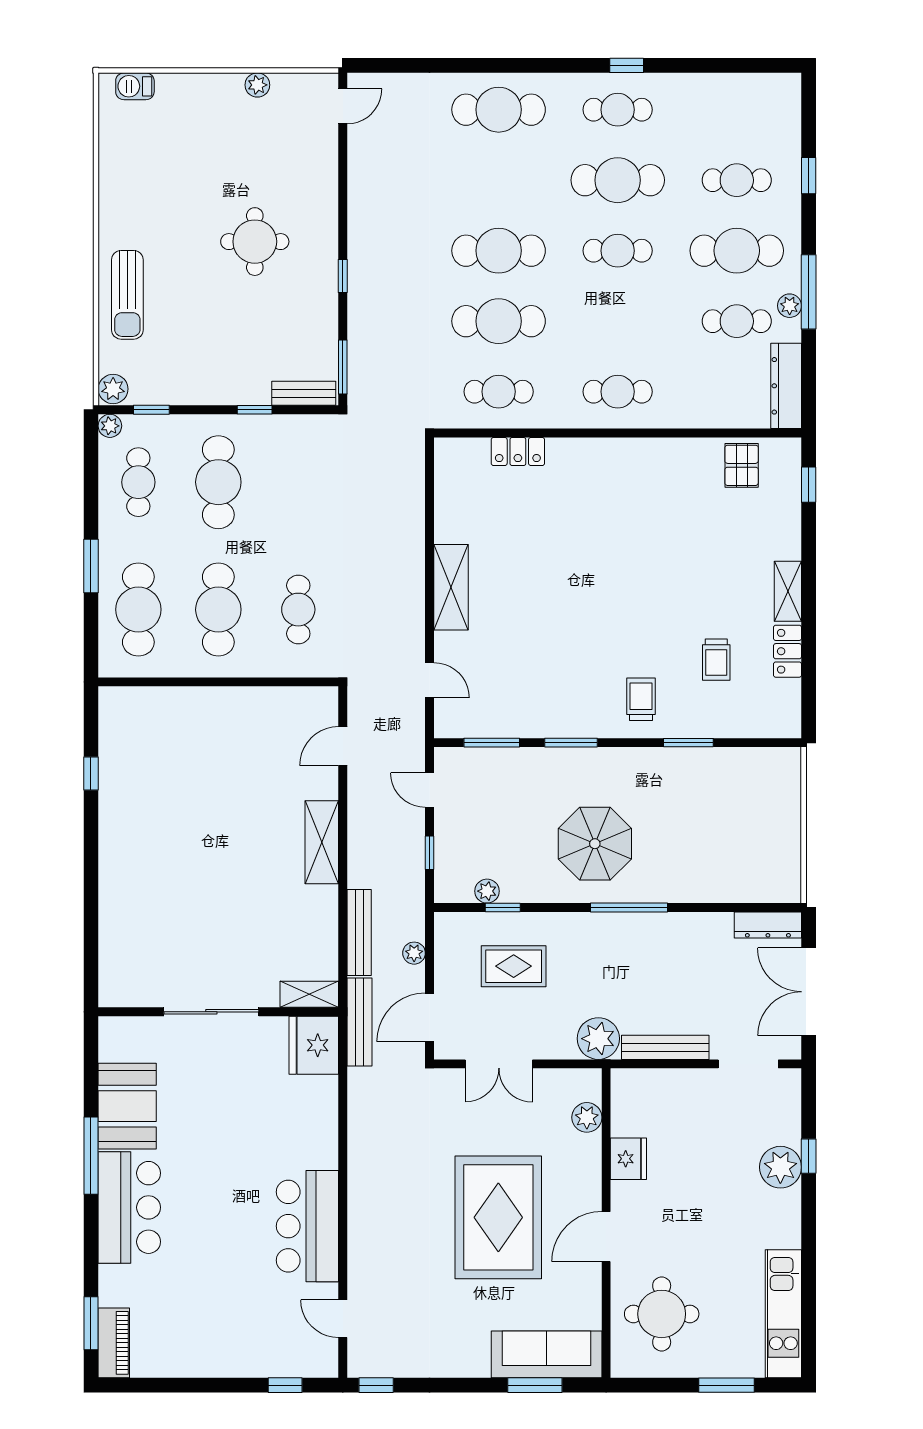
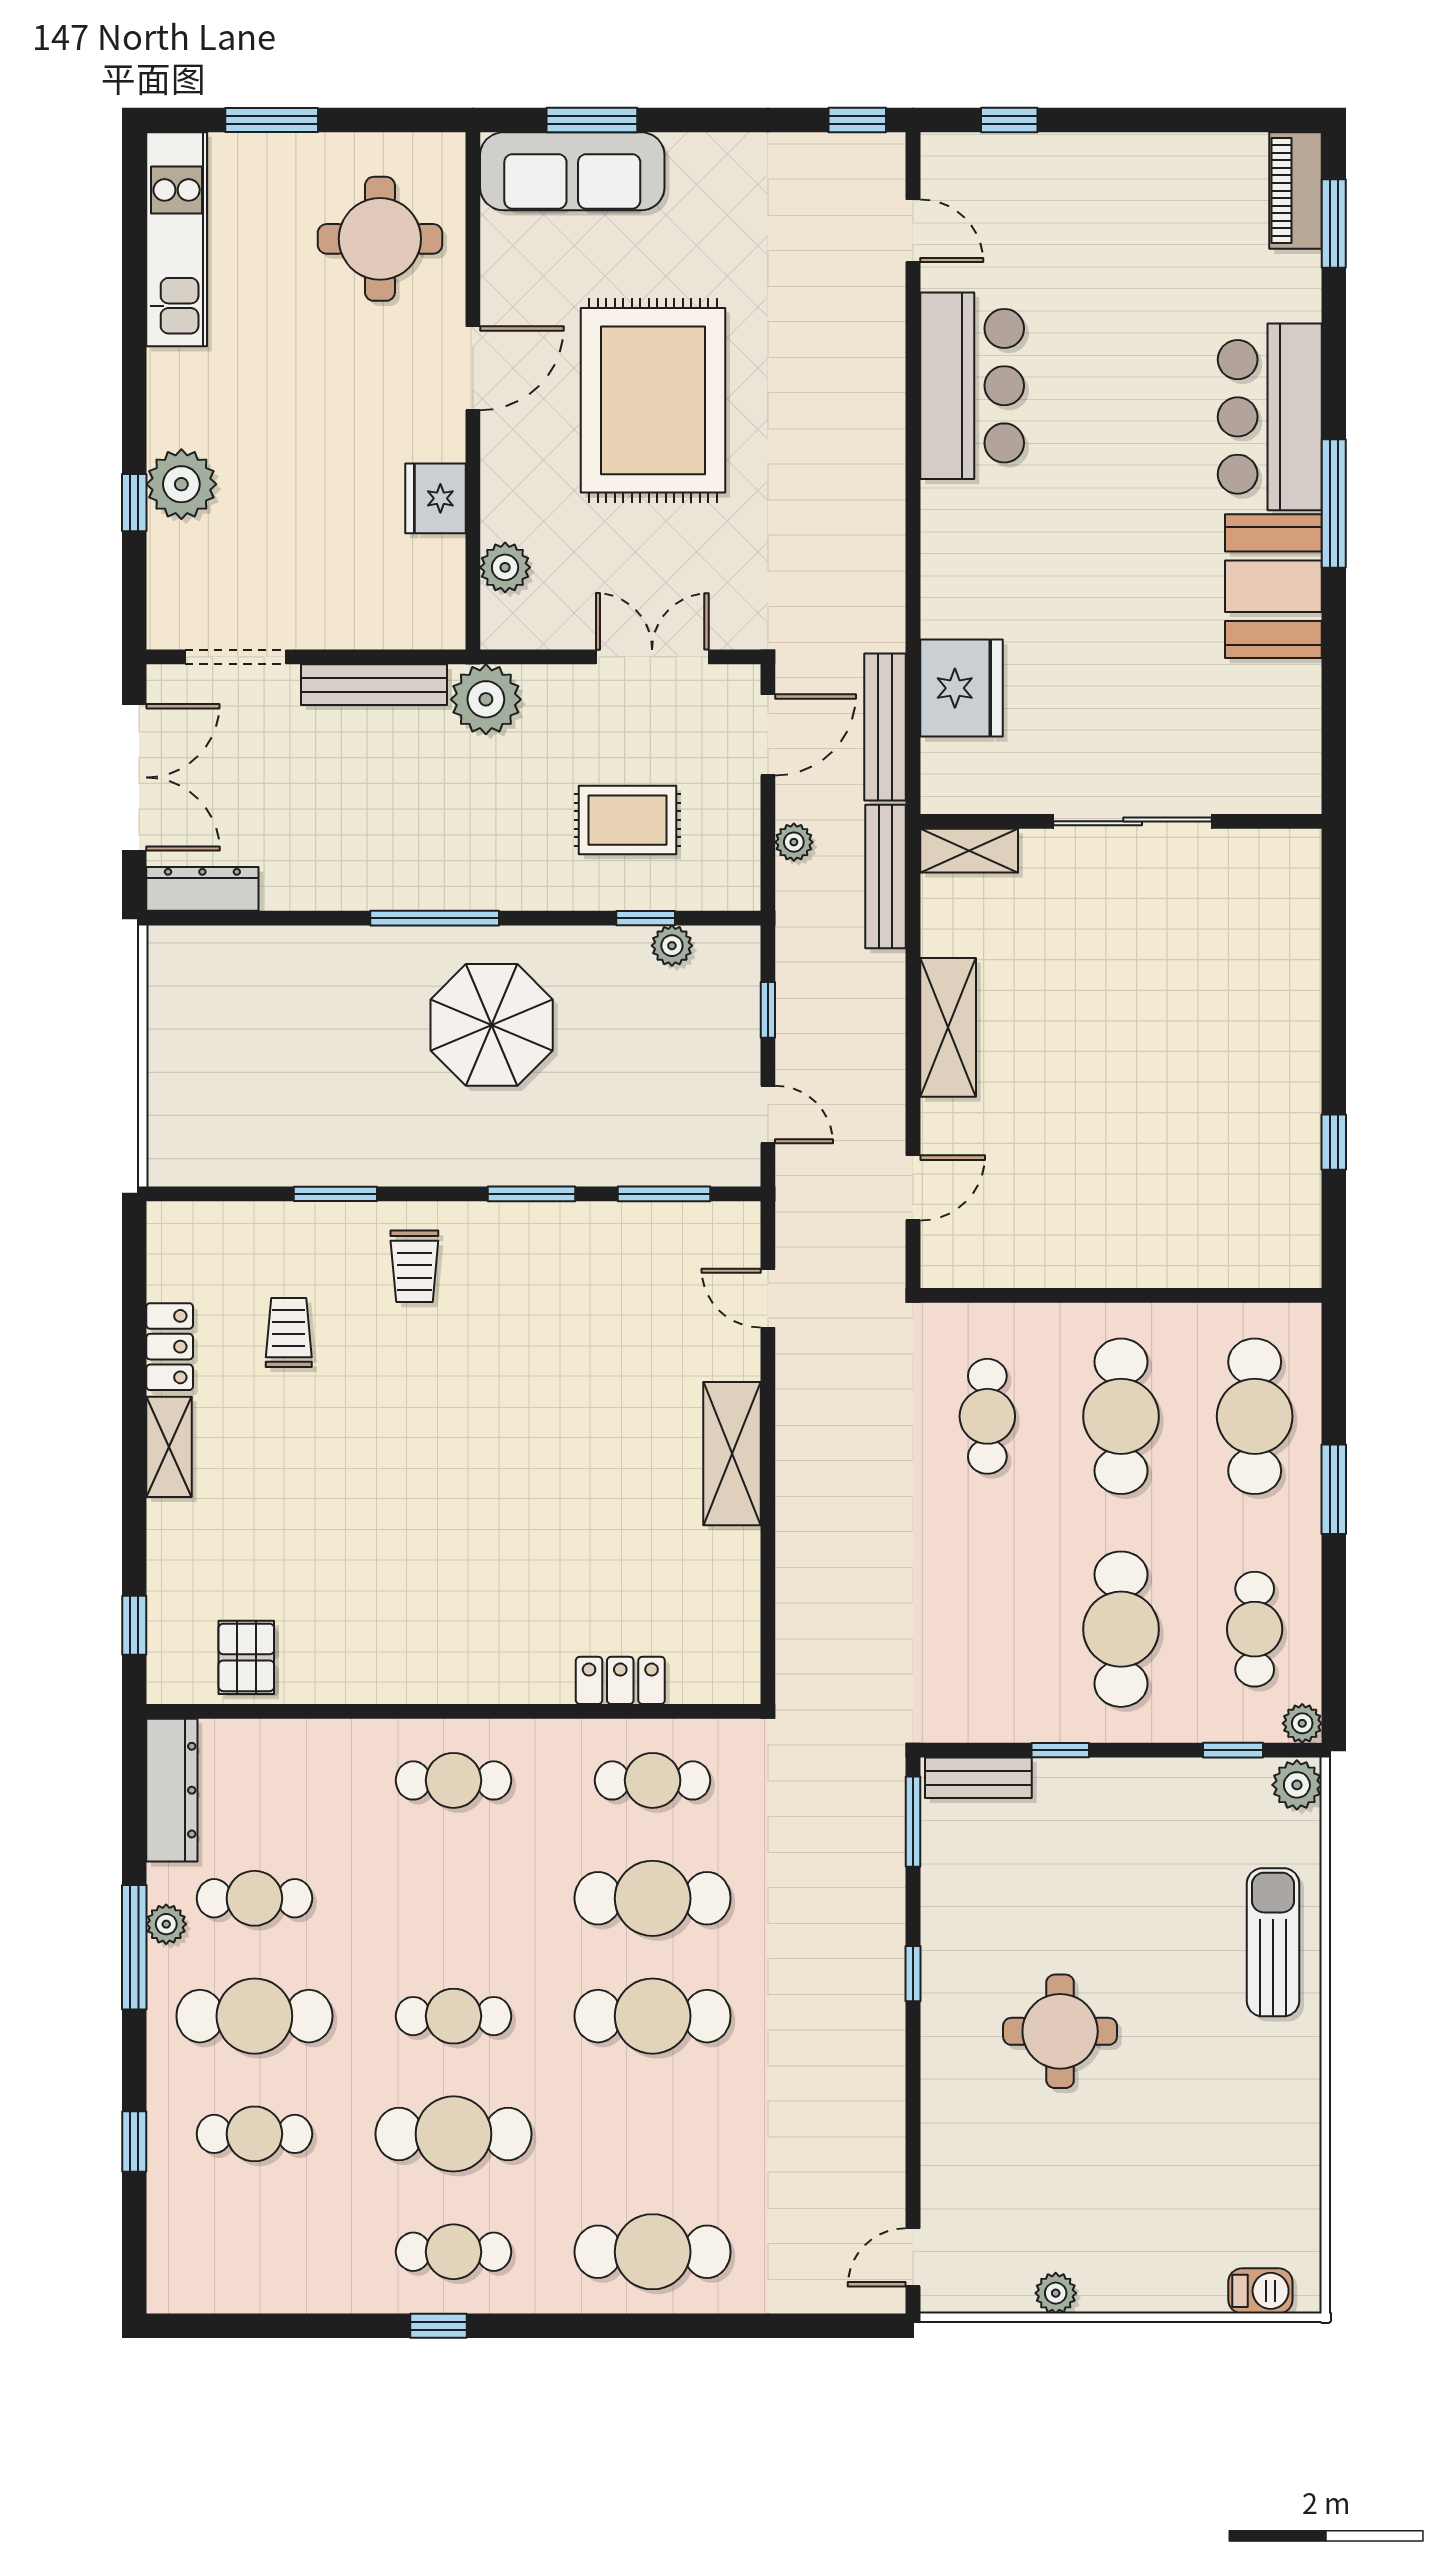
shelving: (309, 994) -> (969, 851), moved
sliding door: (211, 1012) -> (1133, 821), moved
wall: (218, 1012) -> (1121, 821), moved

